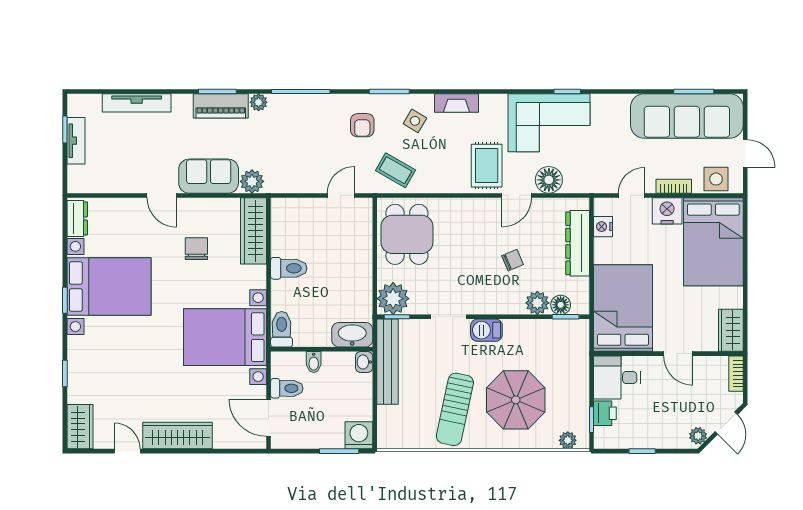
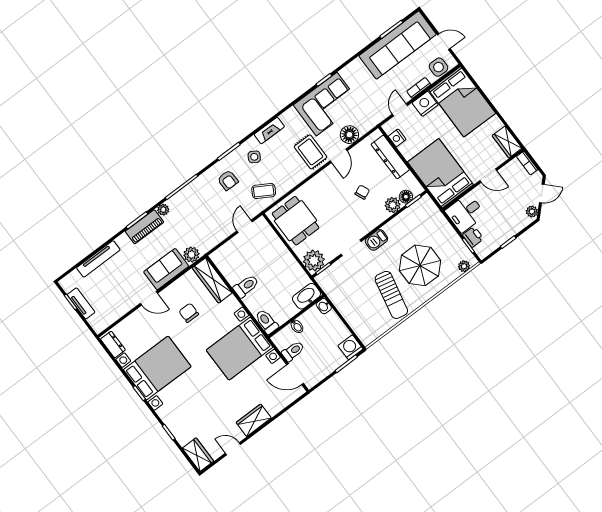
bench: (388, 362) -> (336, 296), removed
door: (726, 423) -> (542, 193), hinge flipped
wardrobe: (178, 436) -> (254, 420), width x0.67

